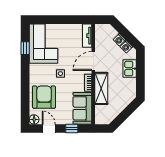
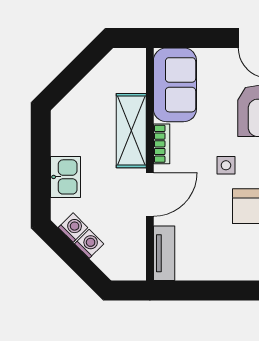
window: (72, 128) -> (200, 38), removed

